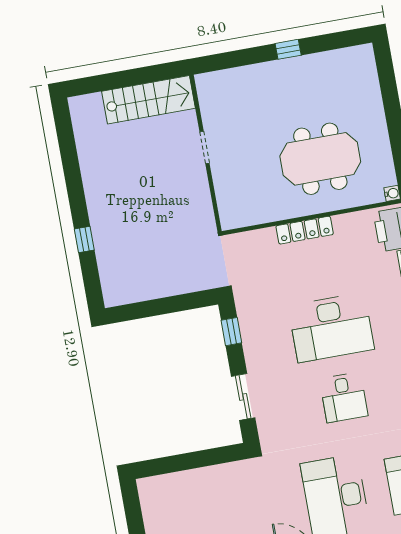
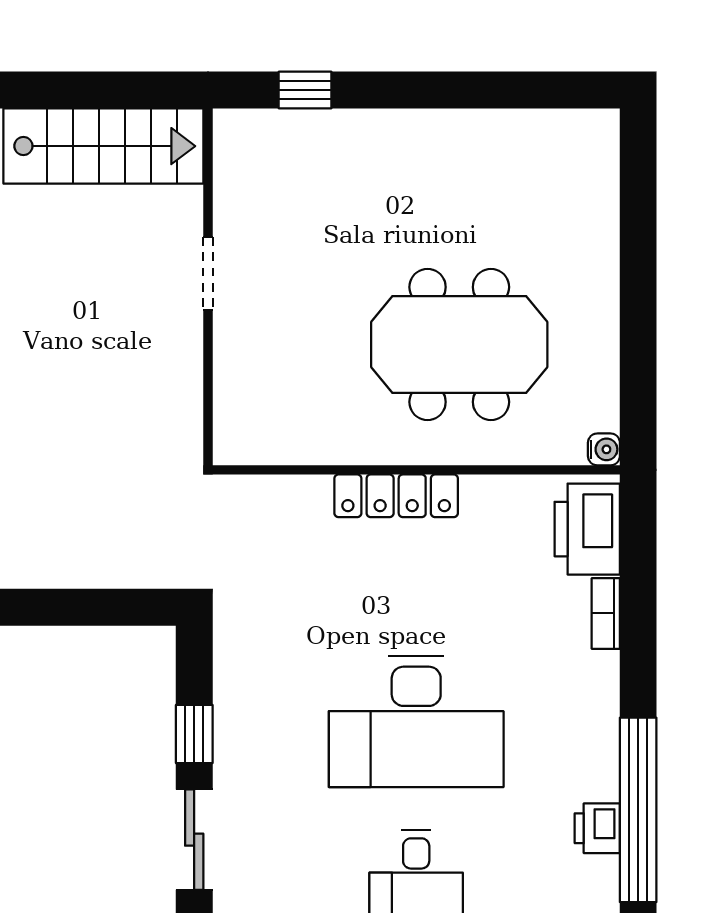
window: (288, 49) -> (305, 90), moved
window: (231, 332) -> (194, 734), moved

